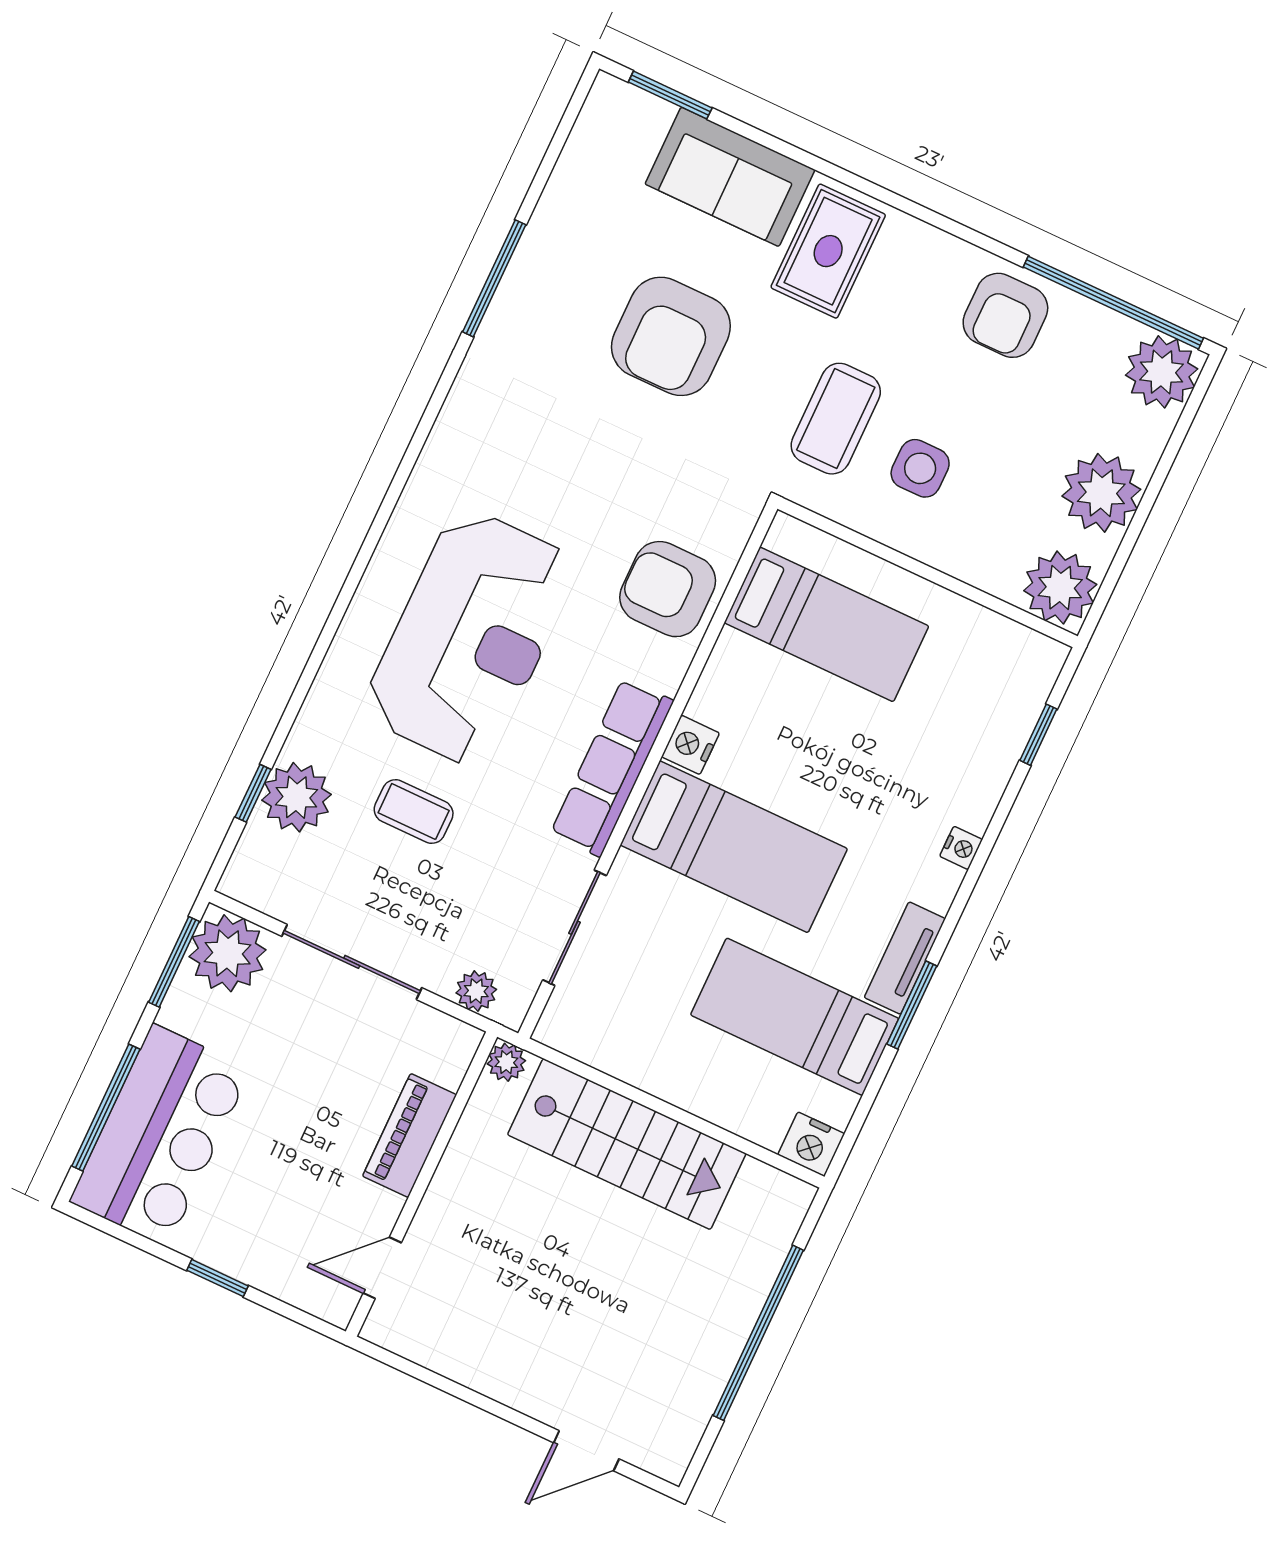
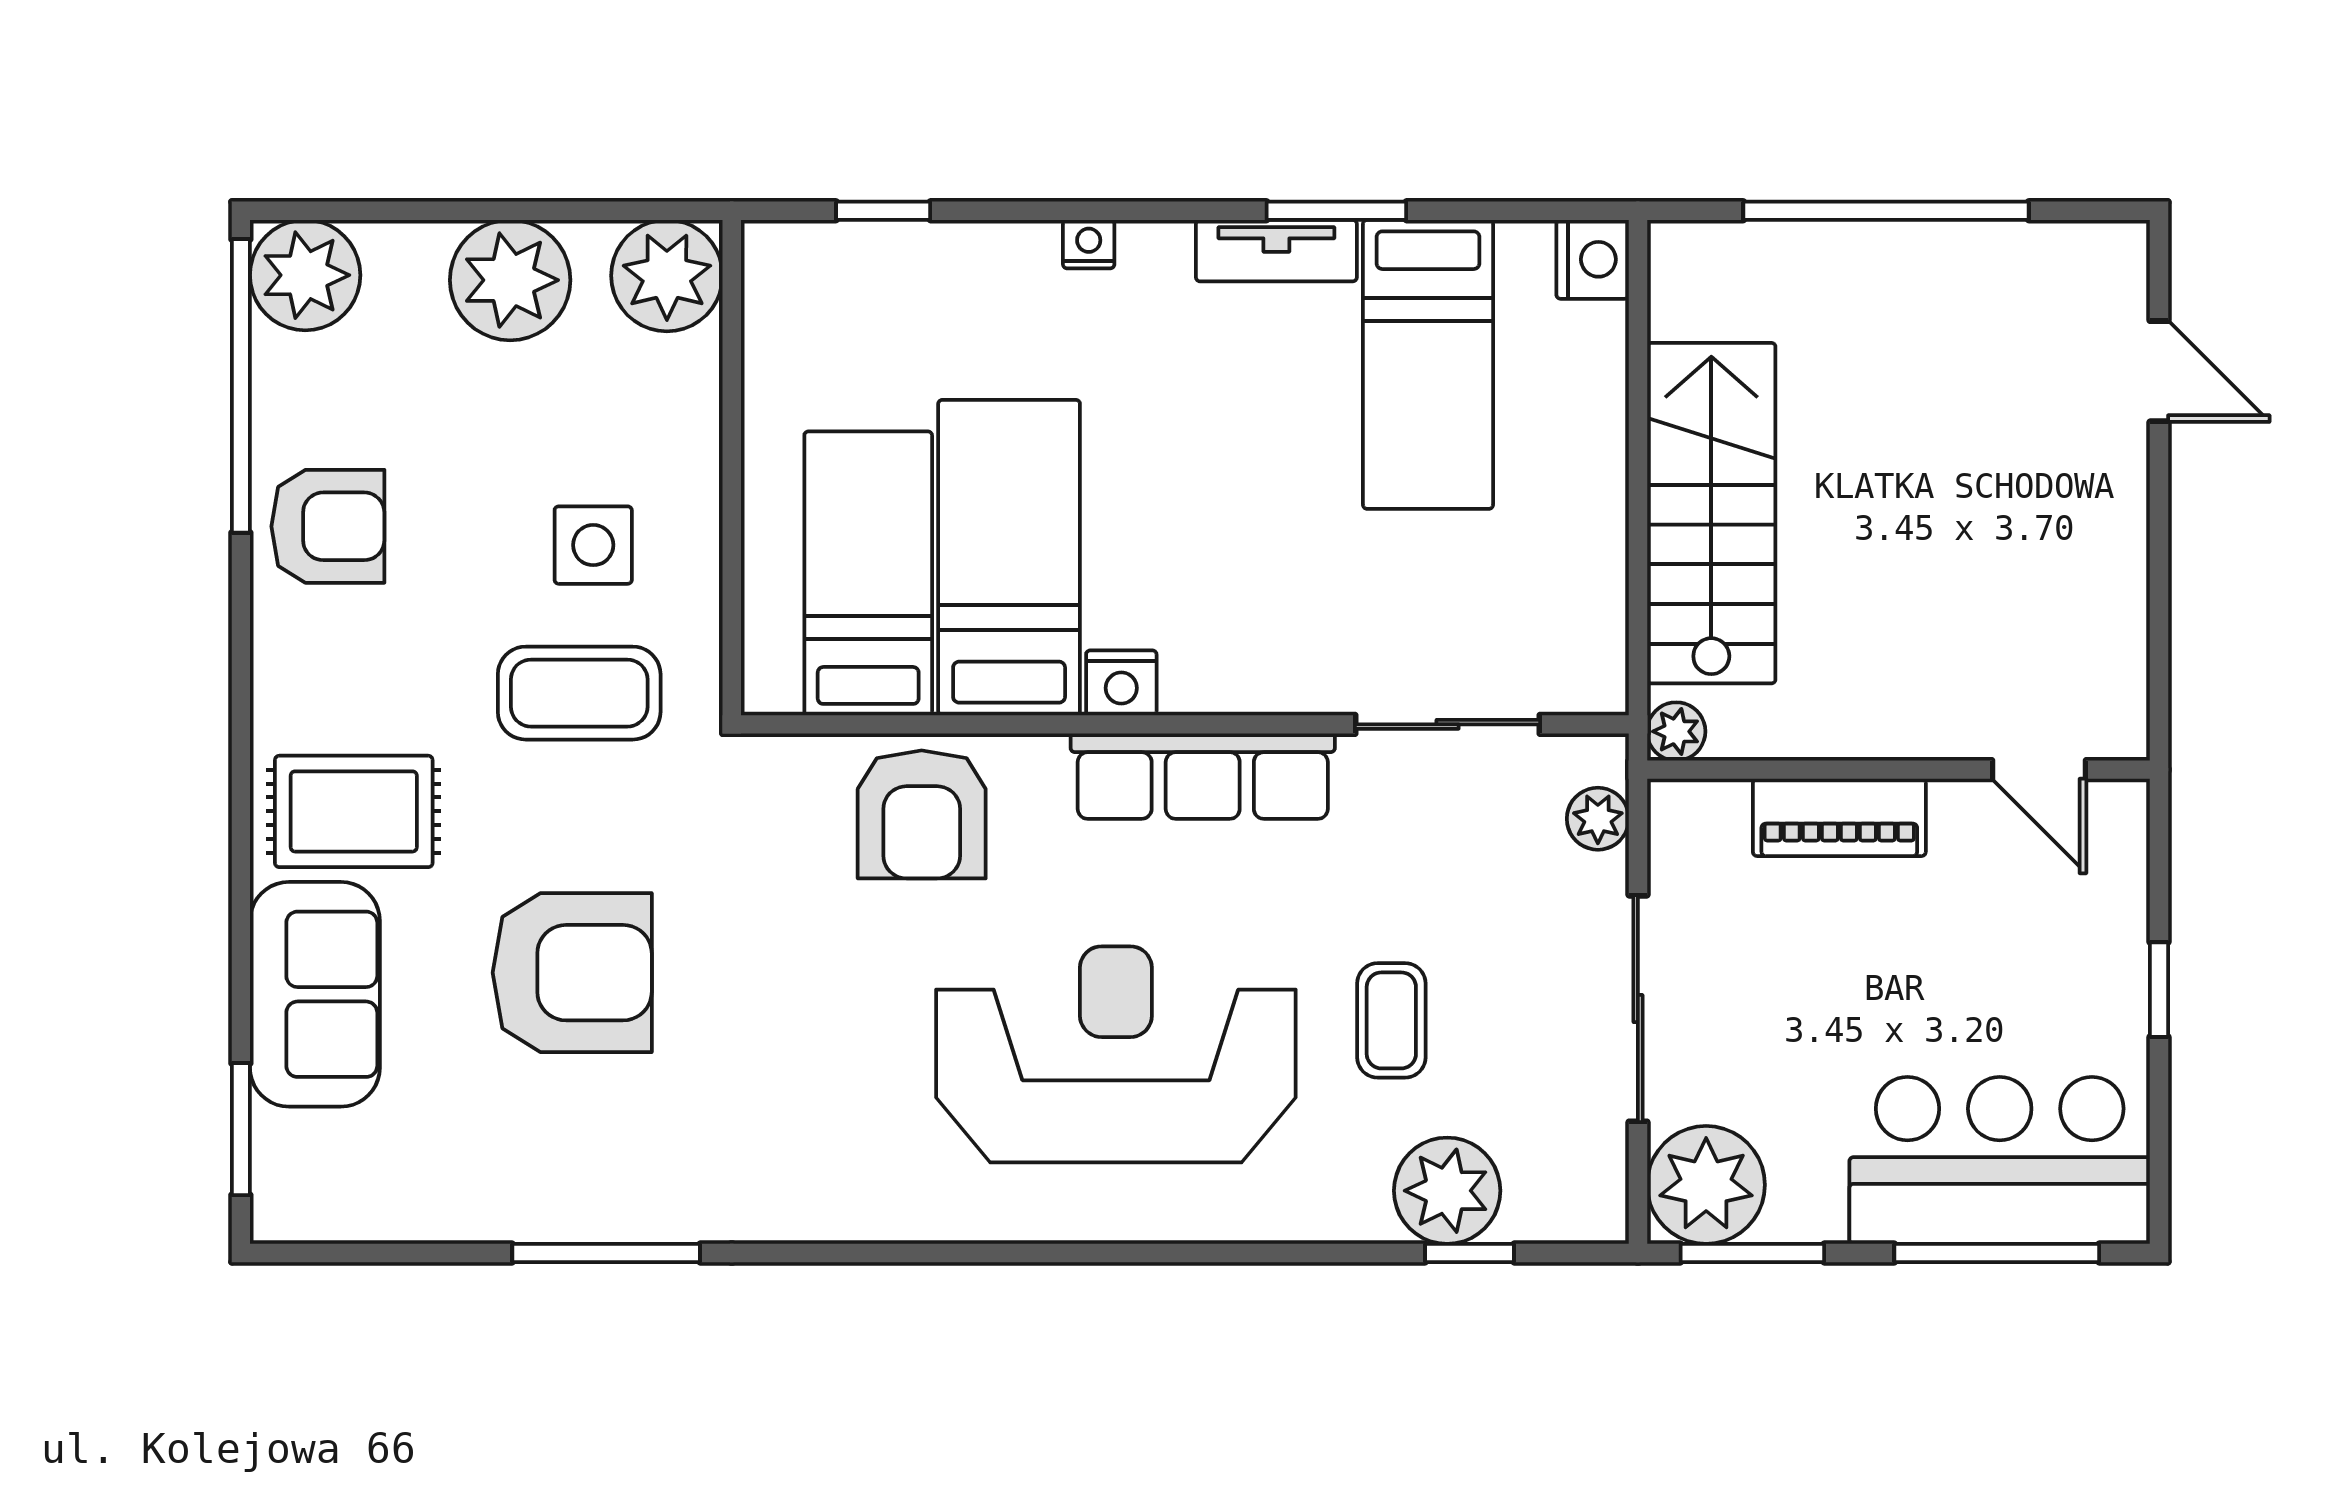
bed: (734, 847) -> (1009, 558), moved

